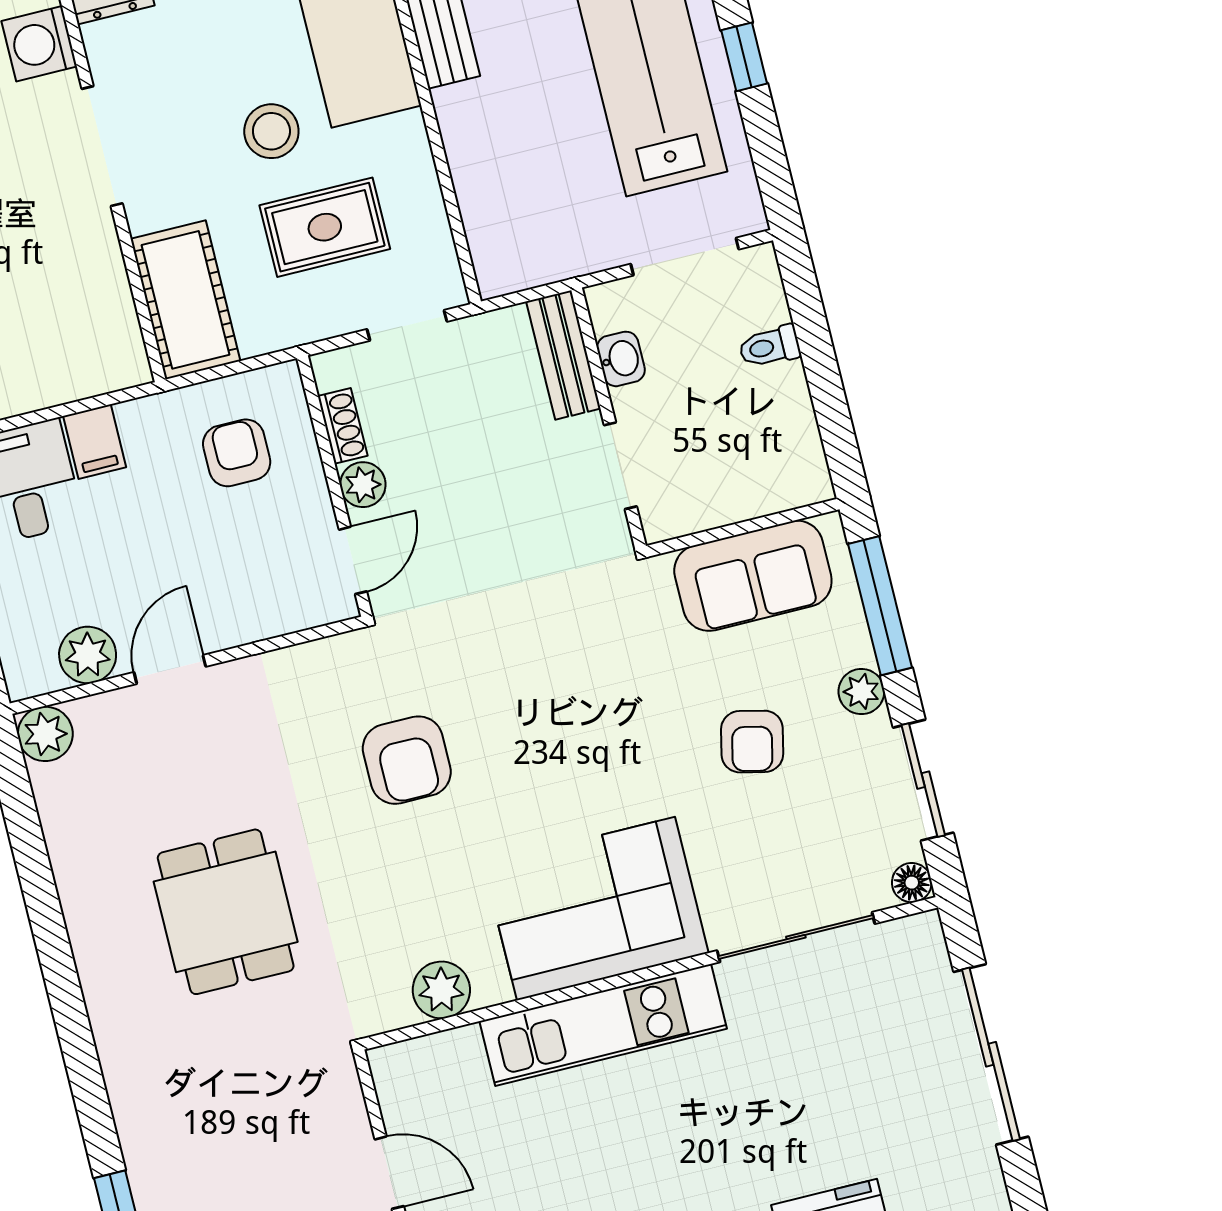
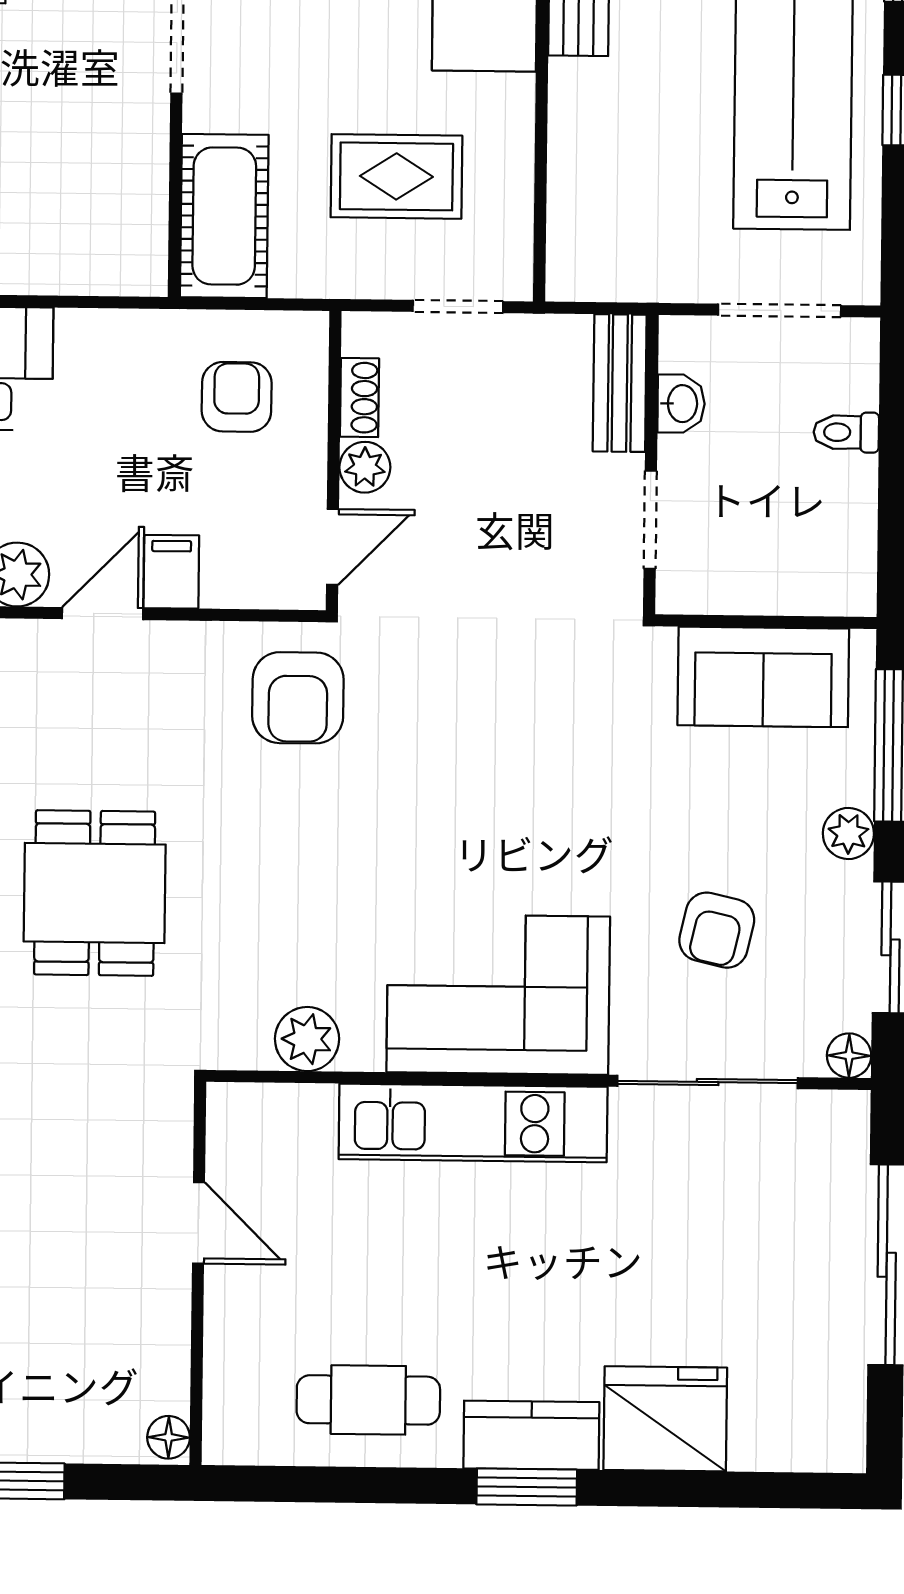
stool: (271, 131) -> (366, 57), removed
filing cabinet: (95, 442) -> (171, 572), moved, turned 180
armchair: (752, 742) -> (717, 930), moved
armchair: (407, 760) -> (298, 698), moved

